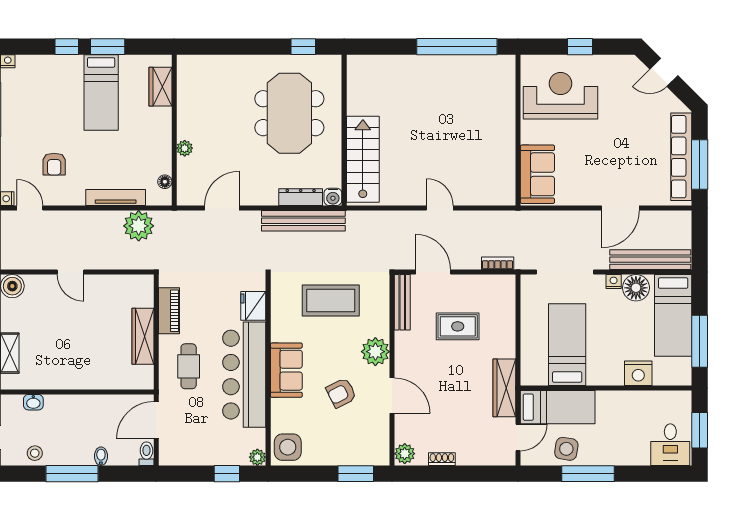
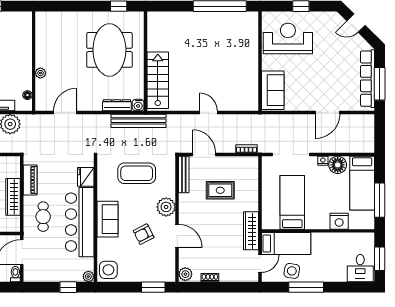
wardrobe: (160, 87) -> (25, 33), removed
bench: (303, 221) -> (139, 121), moved
bench: (650, 260) -> (347, 146), removed

